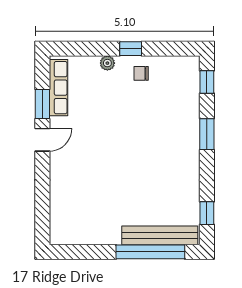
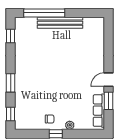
bench: (160, 235) -> (60, 23), moved

